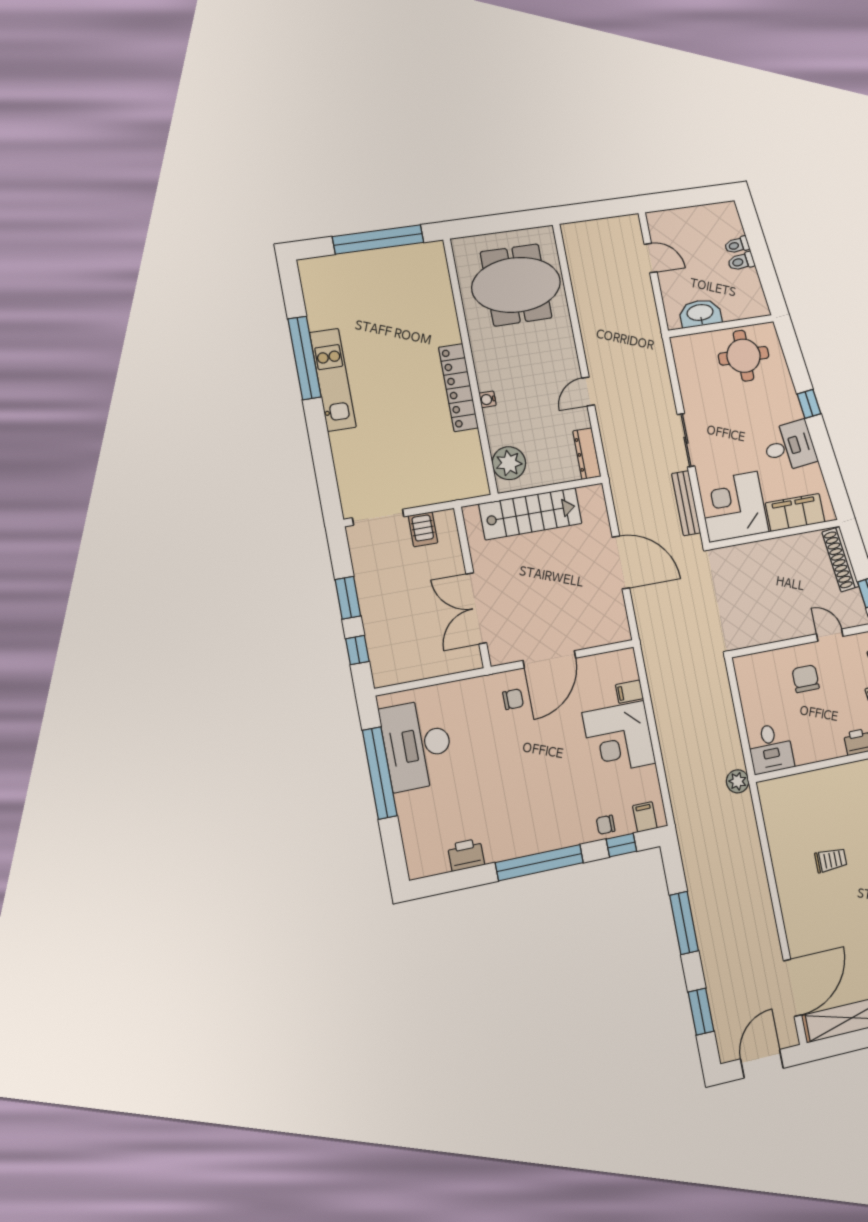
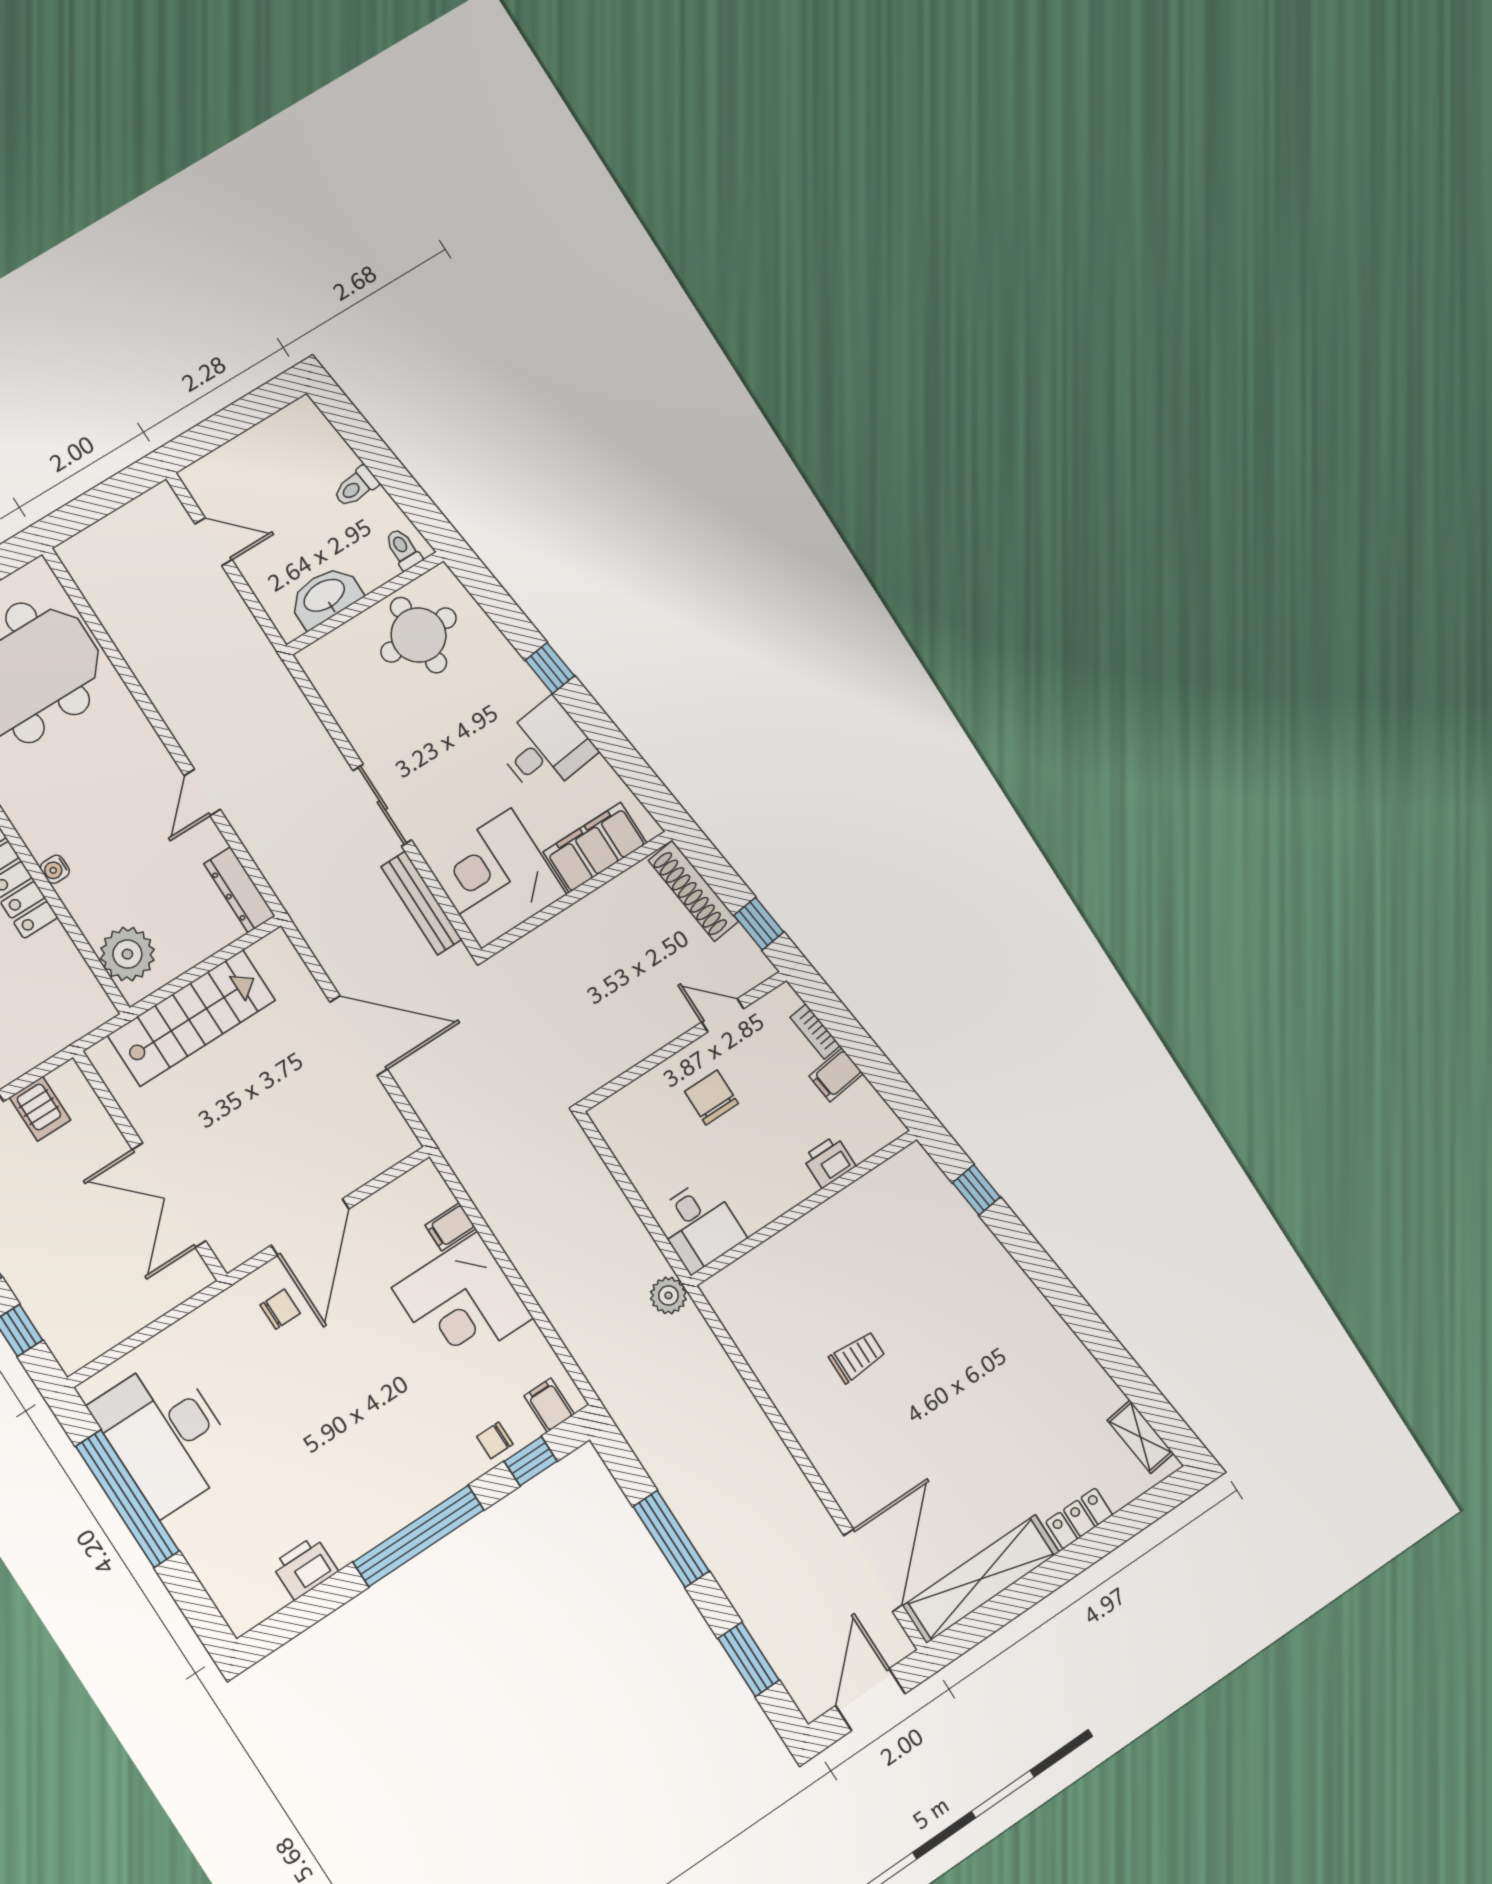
toilet: (737, 245) -> (403, 549), moved, turned 97

